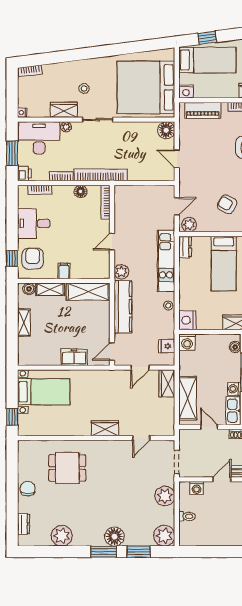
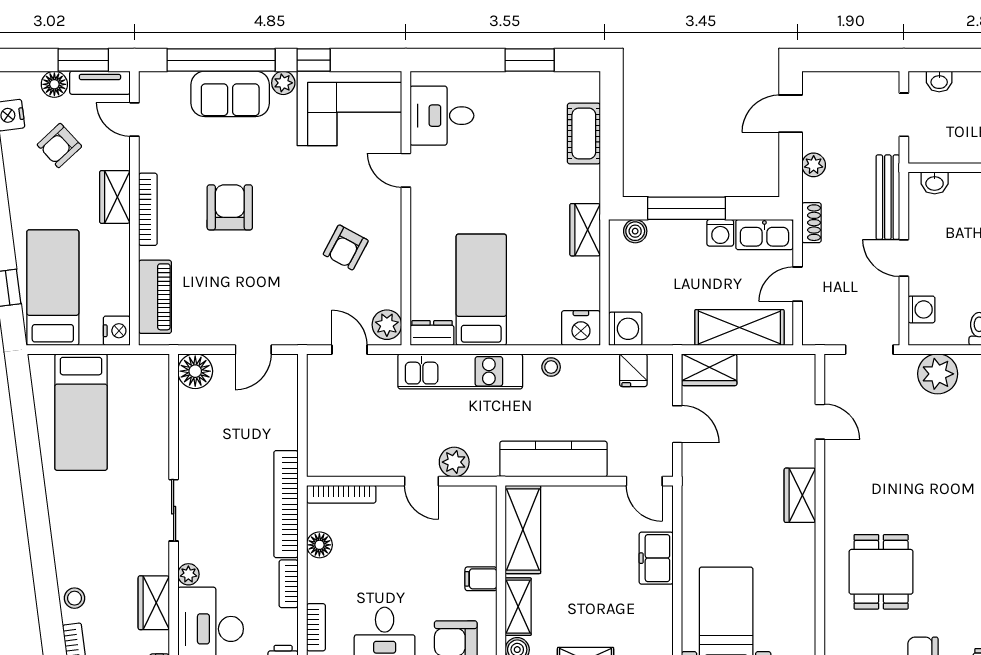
bed: (146, 87) -> (81, 412), width x0.49
stool: (84, 88) -> (75, 598), moved
wardrobe: (64, 110) -> (154, 603), moved
bed: (224, 263) -> (481, 290), moved, turned -90
plant: (121, 272) -> (454, 462), moved

